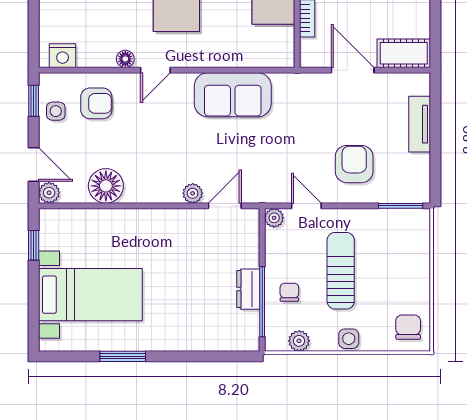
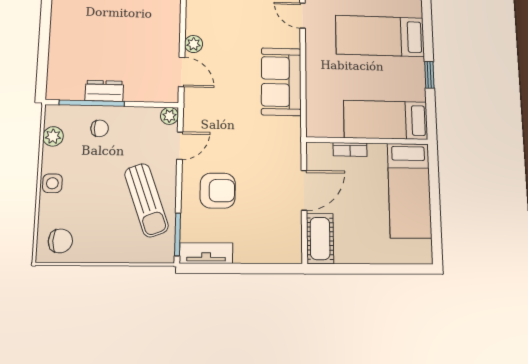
tv unit: (420, 124) -> (206, 253), moved
sun lounger: (341, 271) -> (146, 200), moved, turned 70

